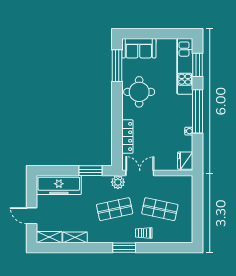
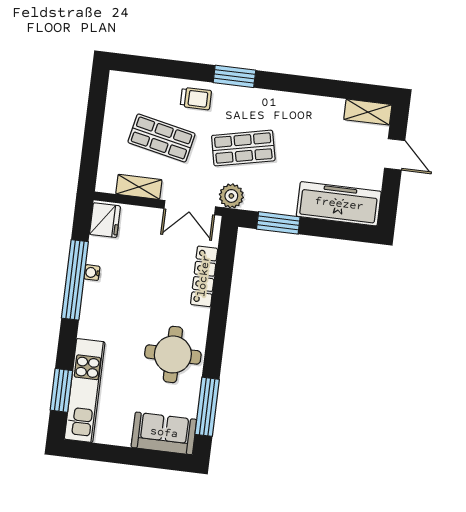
window: (198, 111) -> (75, 280), moved
shelving: (75, 237) -> (139, 187), moved

